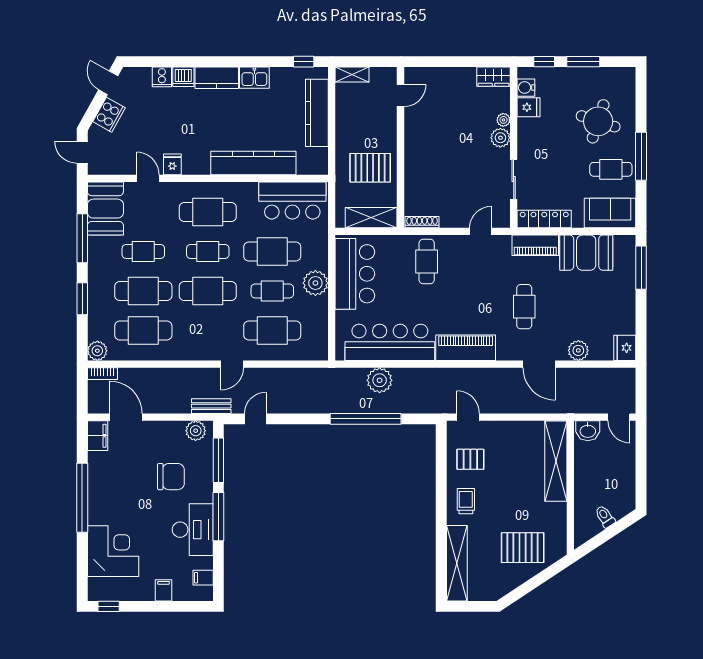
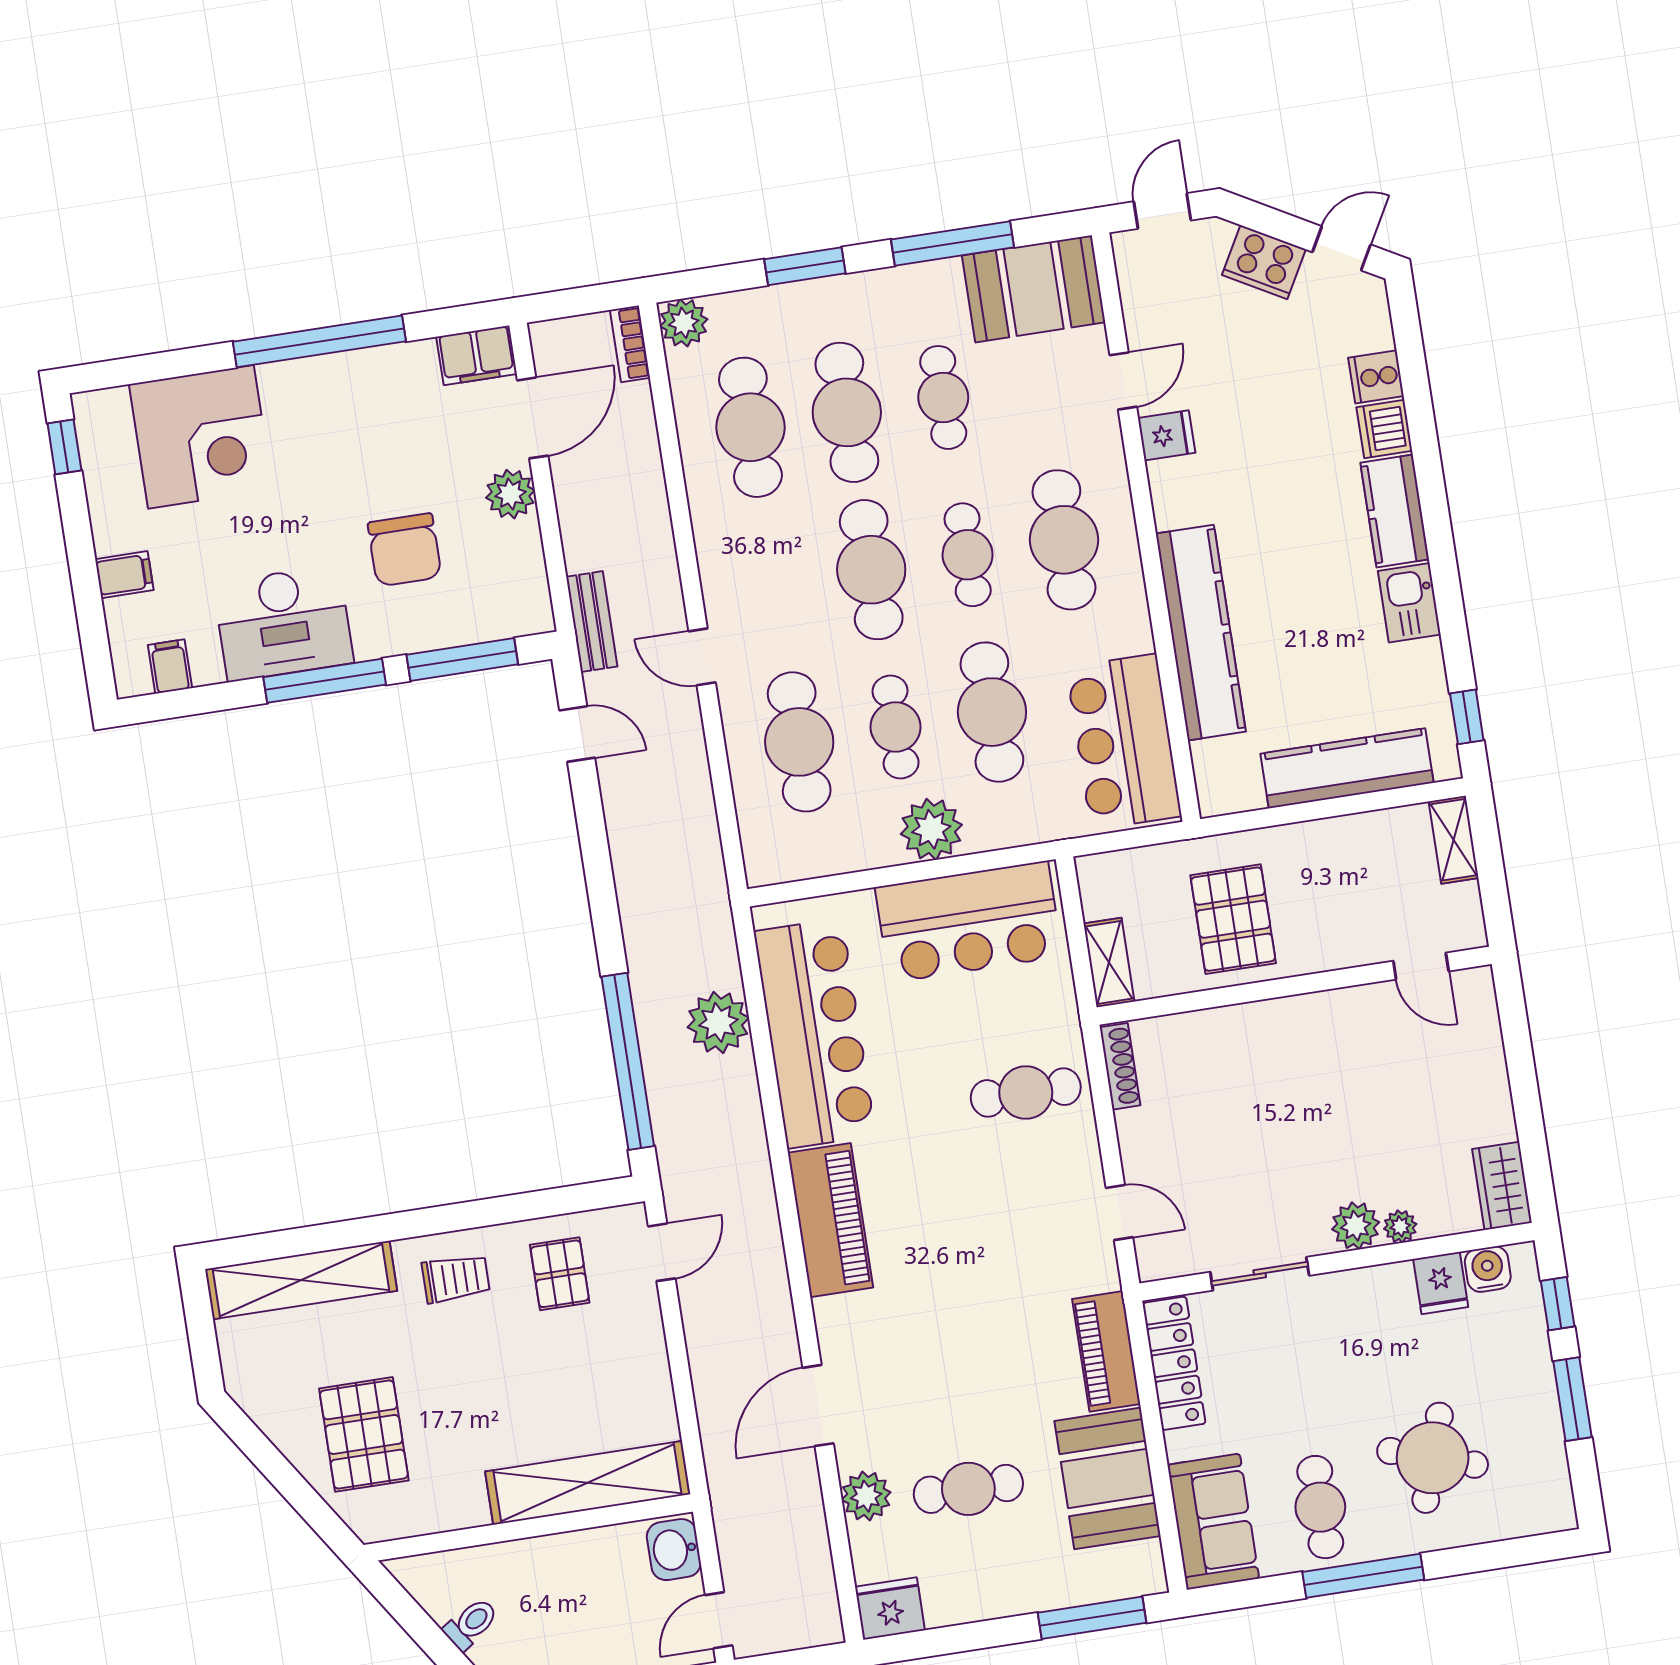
shelving: (371, 218) -> (1109, 963), width x0.67, depth x0.75
cafe table: (524, 307) -> (968, 1489), moved
window: (366, 419) -> (628, 1061), moved
plant: (196, 431) -> (510, 494), moved

